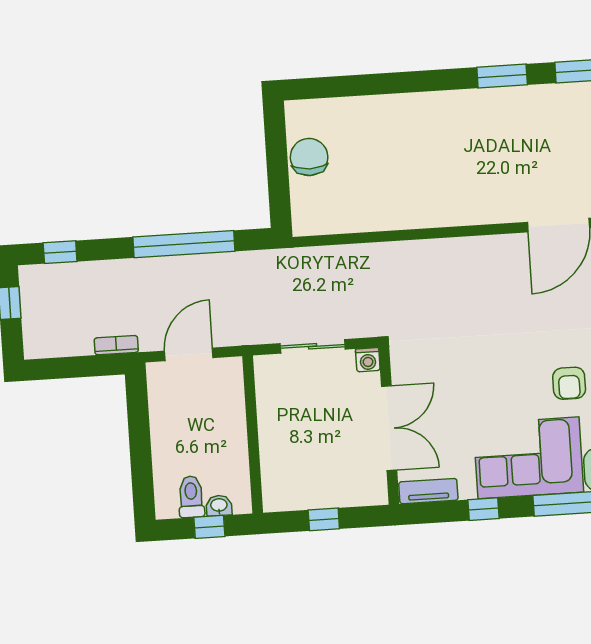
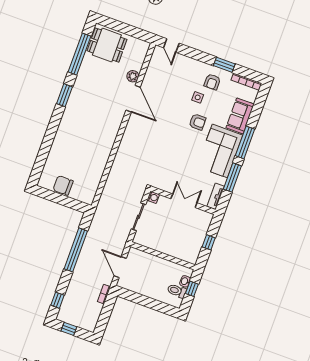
double door: (389, 428) -> (184, 201), width x0.73
window: (484, 509) -> (232, 178), width x2.17

